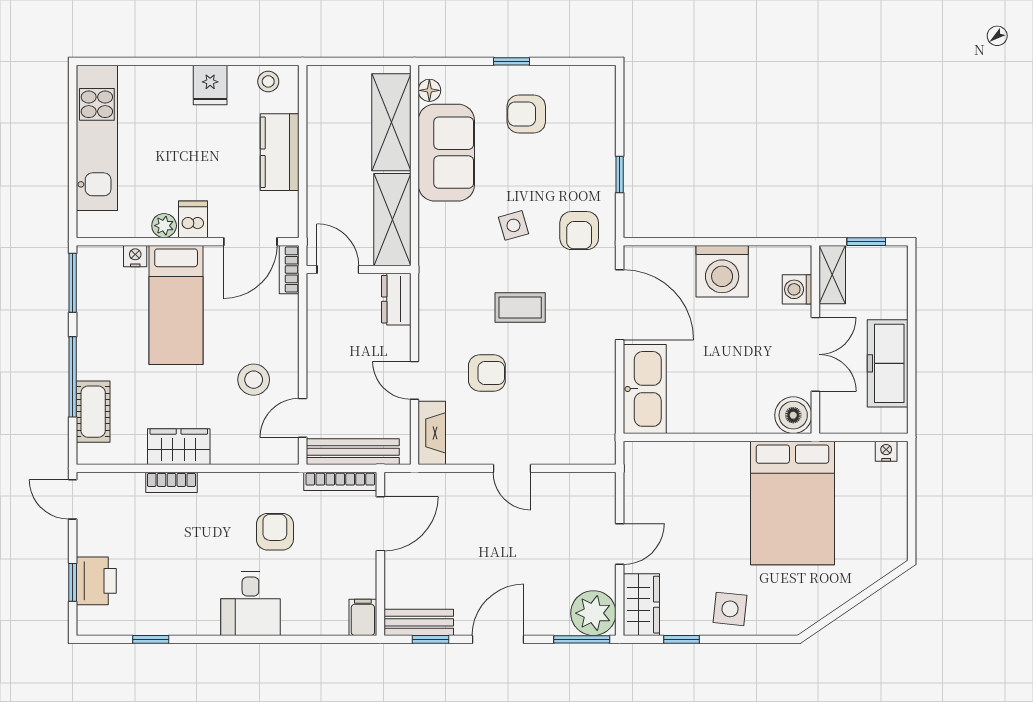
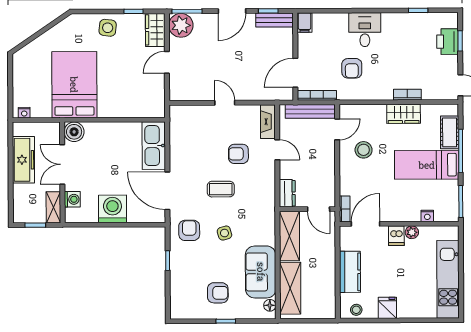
bed: (176, 305) -> (427, 165), moved, turned -90

